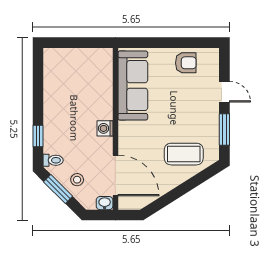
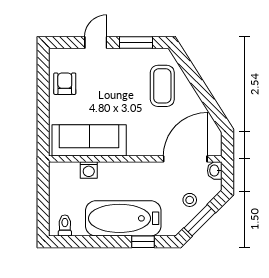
bathtub: (60, 118) -> (123, 218), added
washing machine: (105, 128) -> (89, 170), moved
toilet: (53, 160) -> (65, 226), moved

